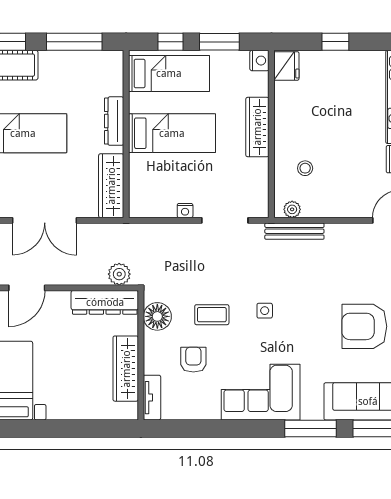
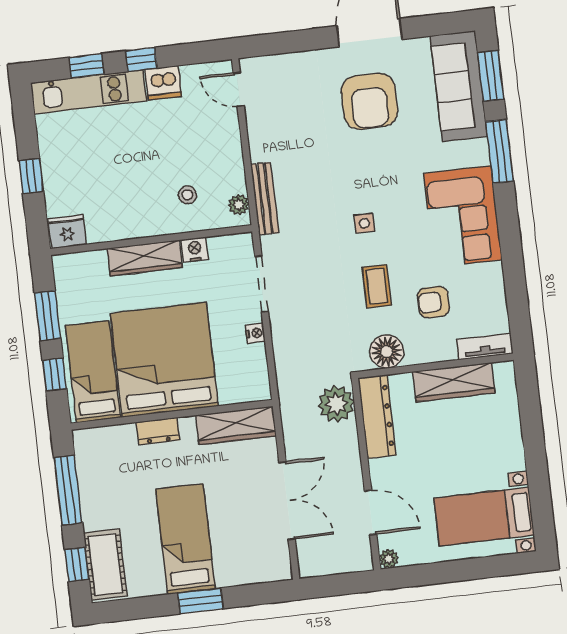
nightstand: (259, 61) -> (195, 250), moved
dresser: (114, 121) -> (158, 431), width x0.70
bed: (172, 133) -> (164, 360), width x2.04
plant: (119, 274) -> (336, 404), width x1.36, depth x1.36

